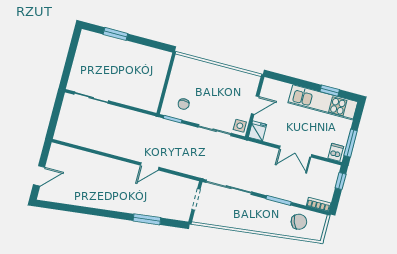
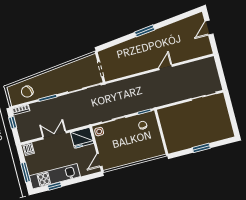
window: (115, 34) -> (201, 148), moved
door: (255, 105) -> (99, 160), moved
fridge: (257, 131) -> (82, 138), width x1.88, depth x1.34
window: (351, 143) -> (26, 172), moved
door: (150, 166) -> (166, 67), moved
window: (341, 181) -> (13, 123), moved
window: (147, 219) -> (145, 31), moved

